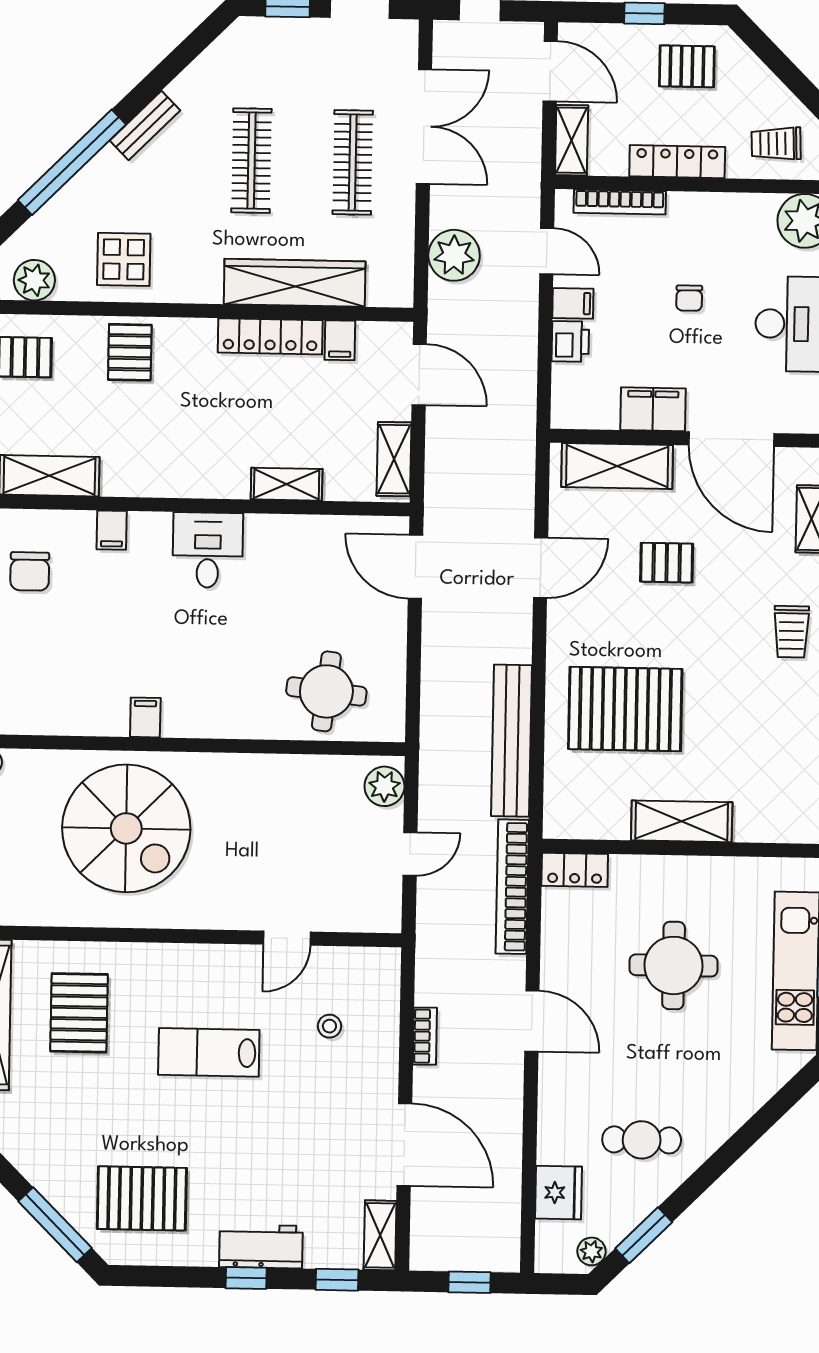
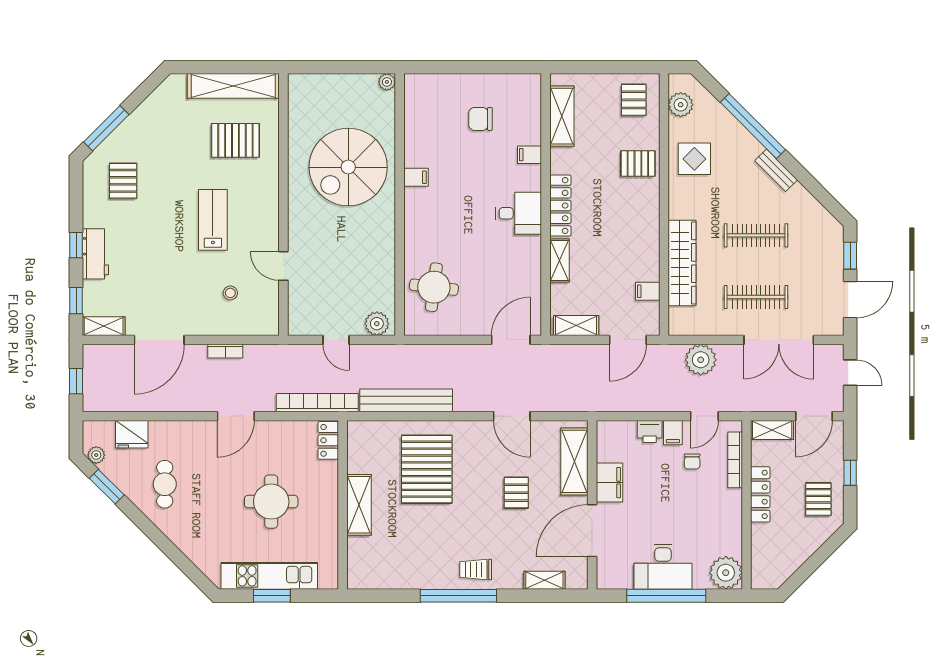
trolley: (776, 144) -> (772, 554), removed
chair: (689, 298) -> (692, 461), moved, turned -90
locker: (270, 336) -> (560, 206), moved, turned 180
chair: (30, 571) -> (481, 119), moved
pallet: (142, 1198) -> (123, 181), width x0.67, depth x0.71

